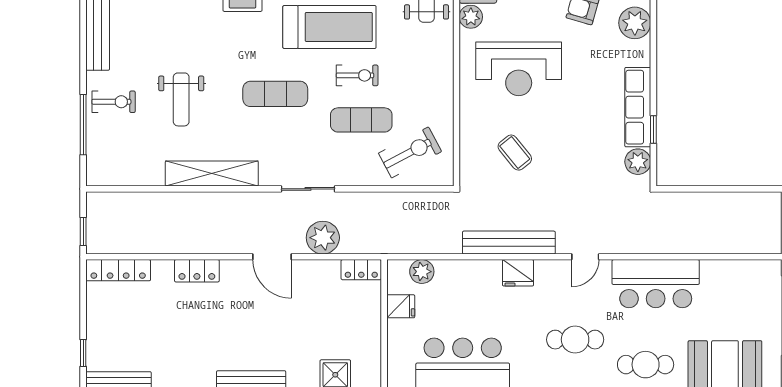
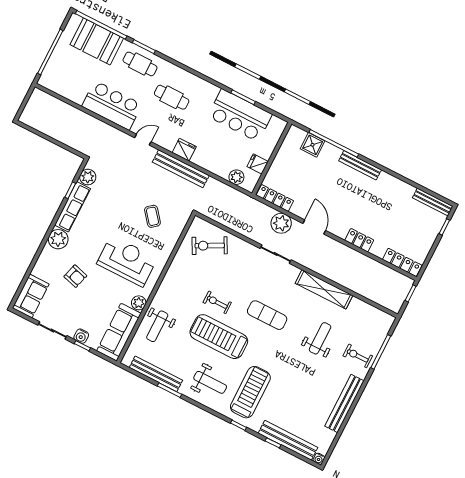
plant: (635, 23) -> (58, 239), moved
exercise mat: (361, 120) -> (227, 277), removed
locker: (361, 270) -> (275, 198), width x1.53

